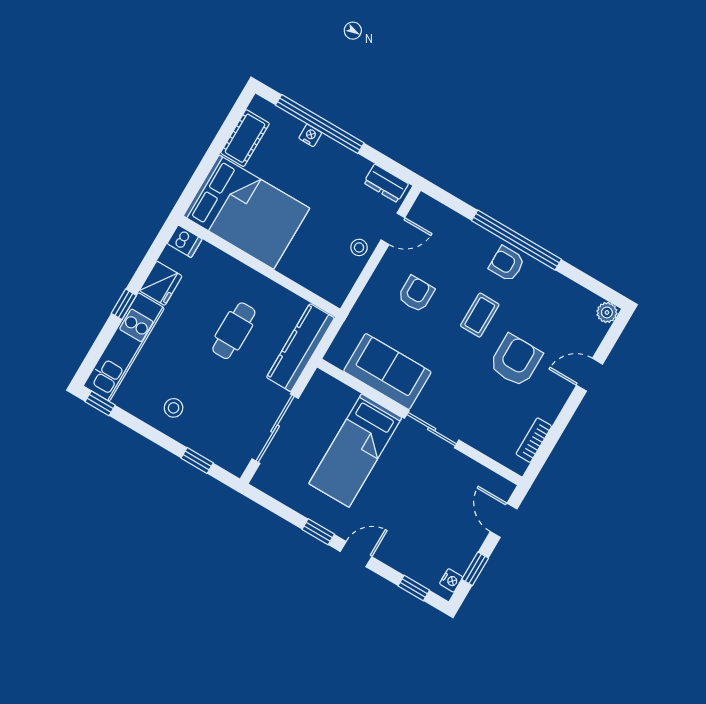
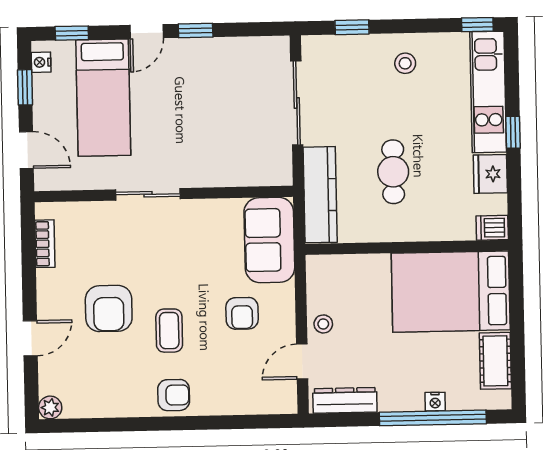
dresser: (386, 183) -> (345, 400), width x1.44
window: (516, 240) -> (178, 423), removed
sofa: (387, 372) -> (269, 240), moved, turned 90
bed: (355, 451) -> (103, 98), moved, turned 180

